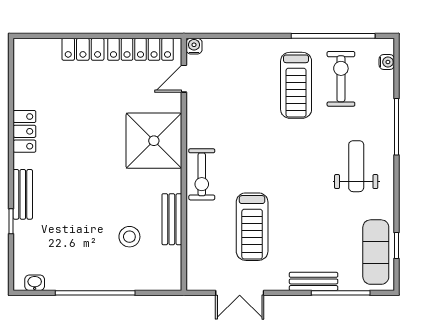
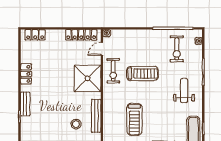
locker: (83, 49) -> (35, 35), moved
exercise bike: (341, 79) -> (177, 49), turned 180
treadmill: (296, 85) -> (142, 73), moved, turned -90
exercise bike: (202, 174) -> (113, 71), moved
bench: (172, 219) -> (96, 116), width x1.36

